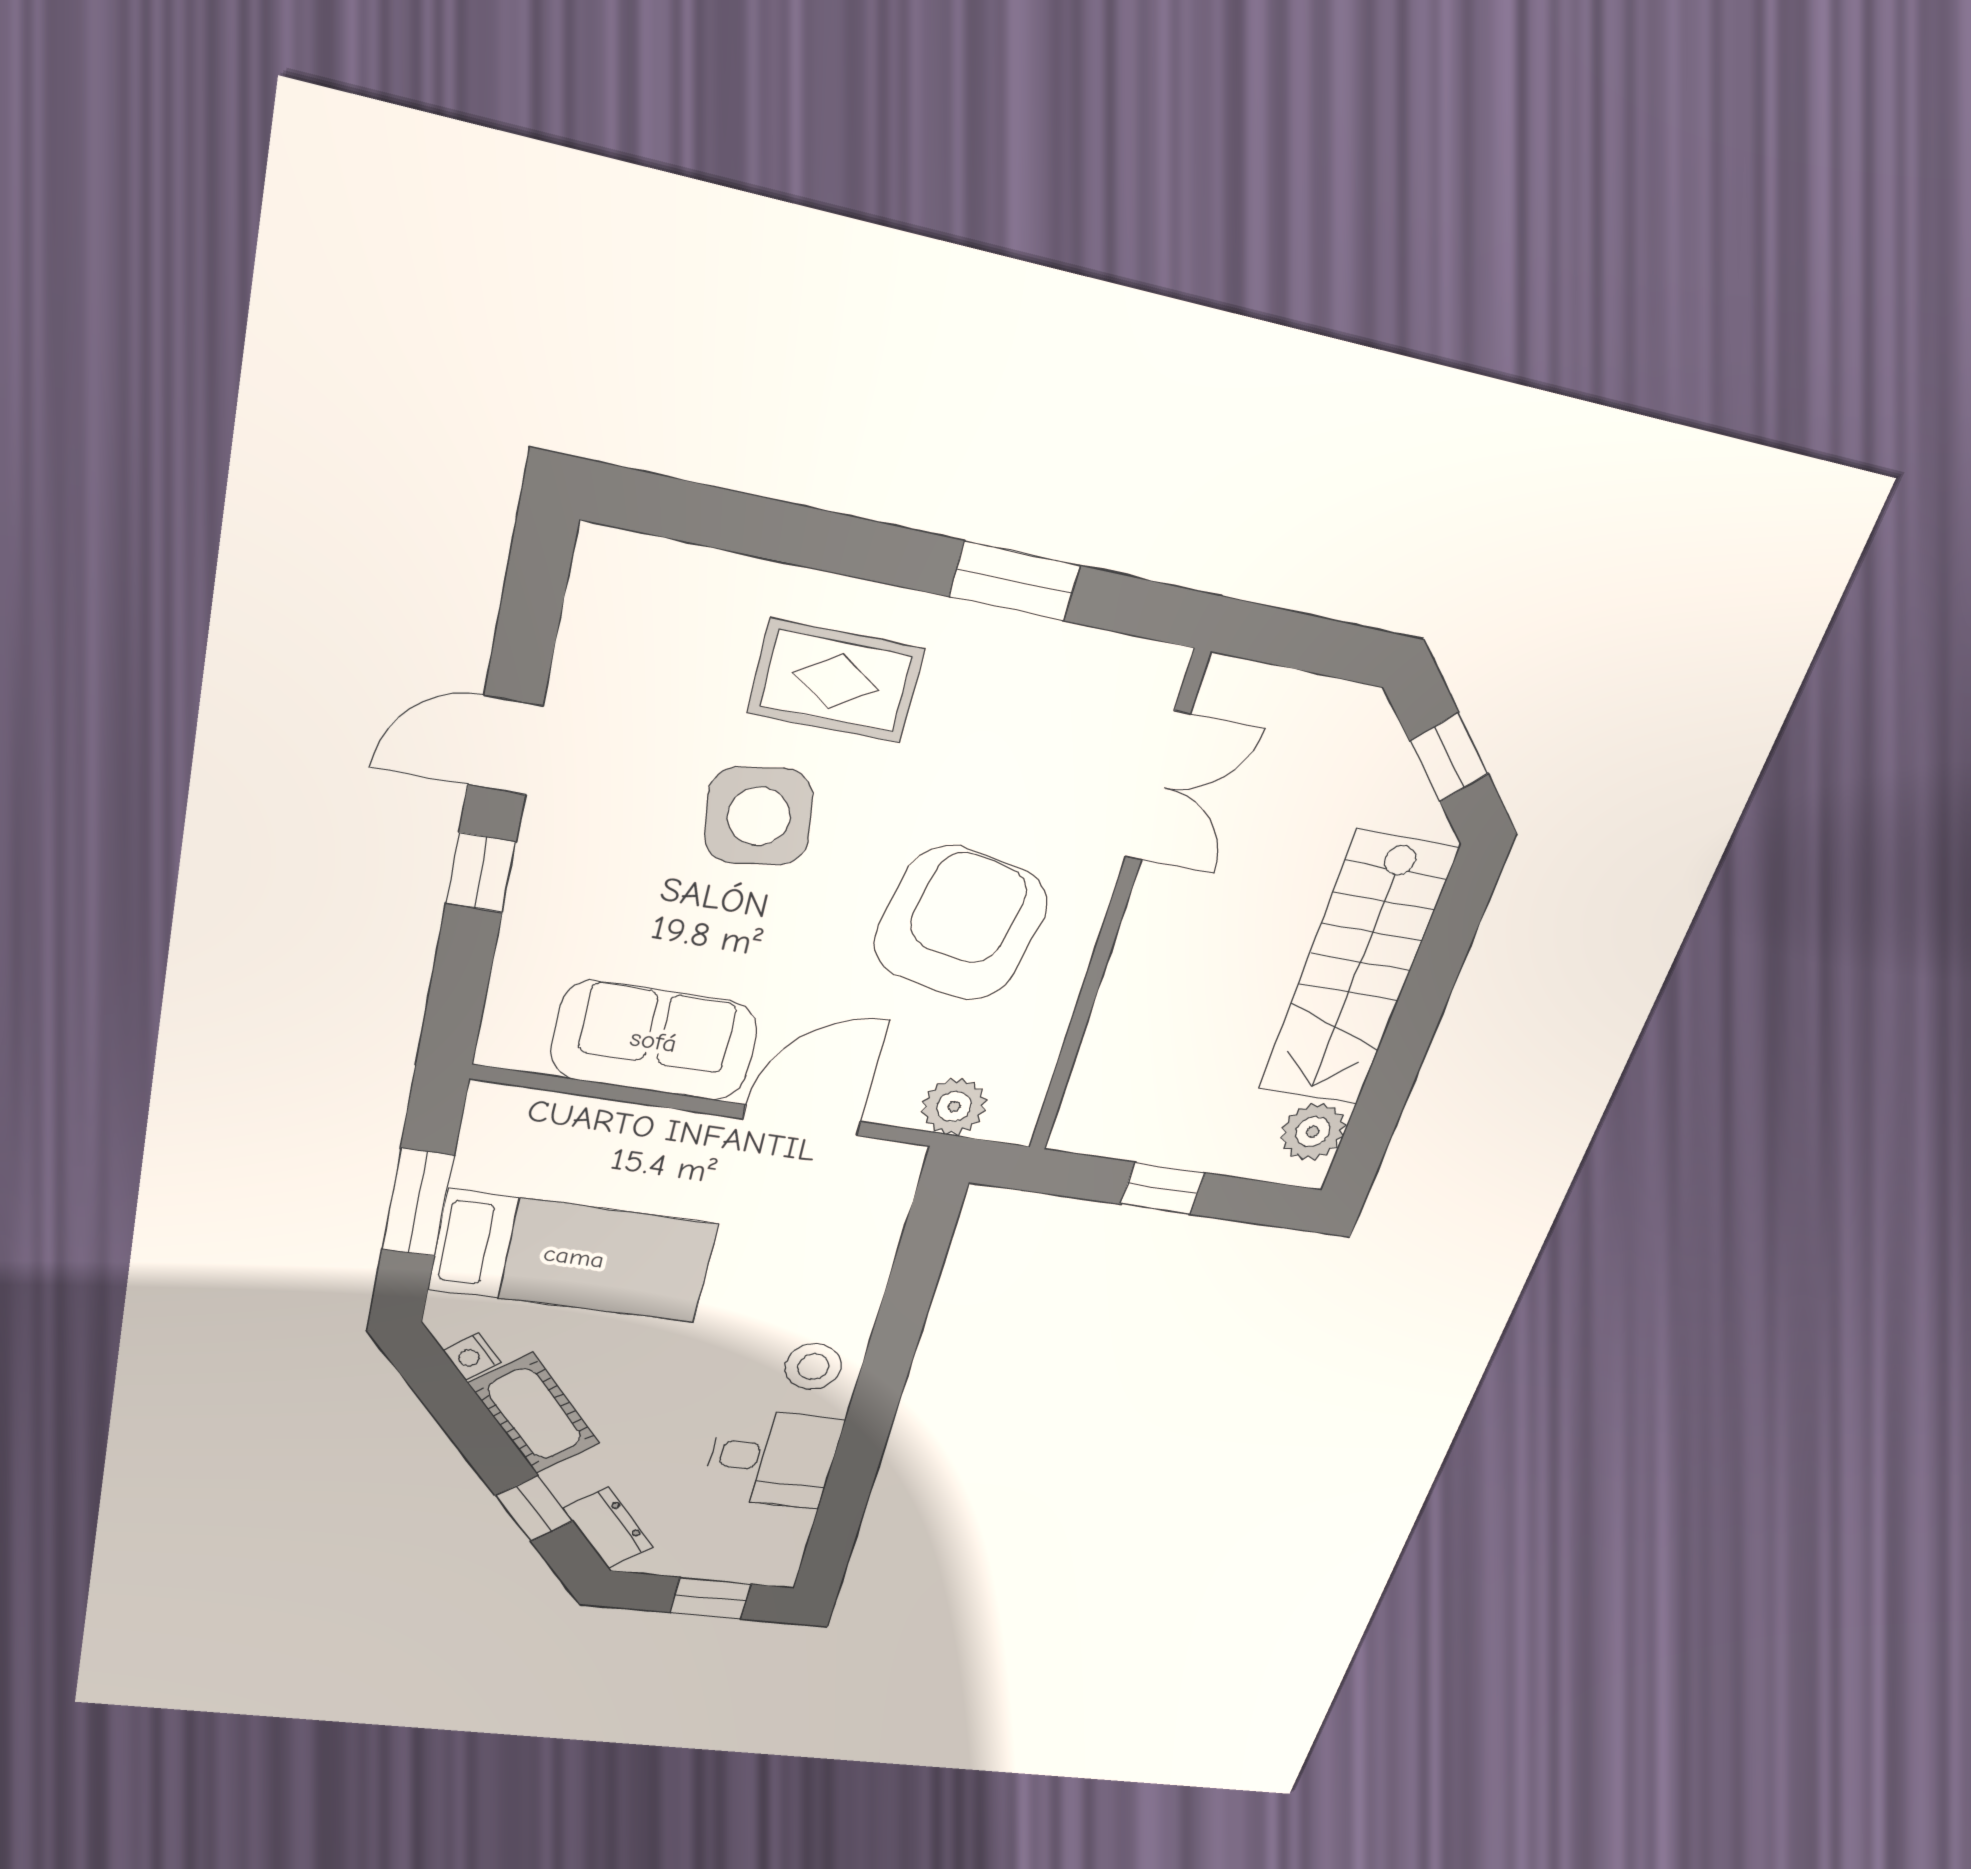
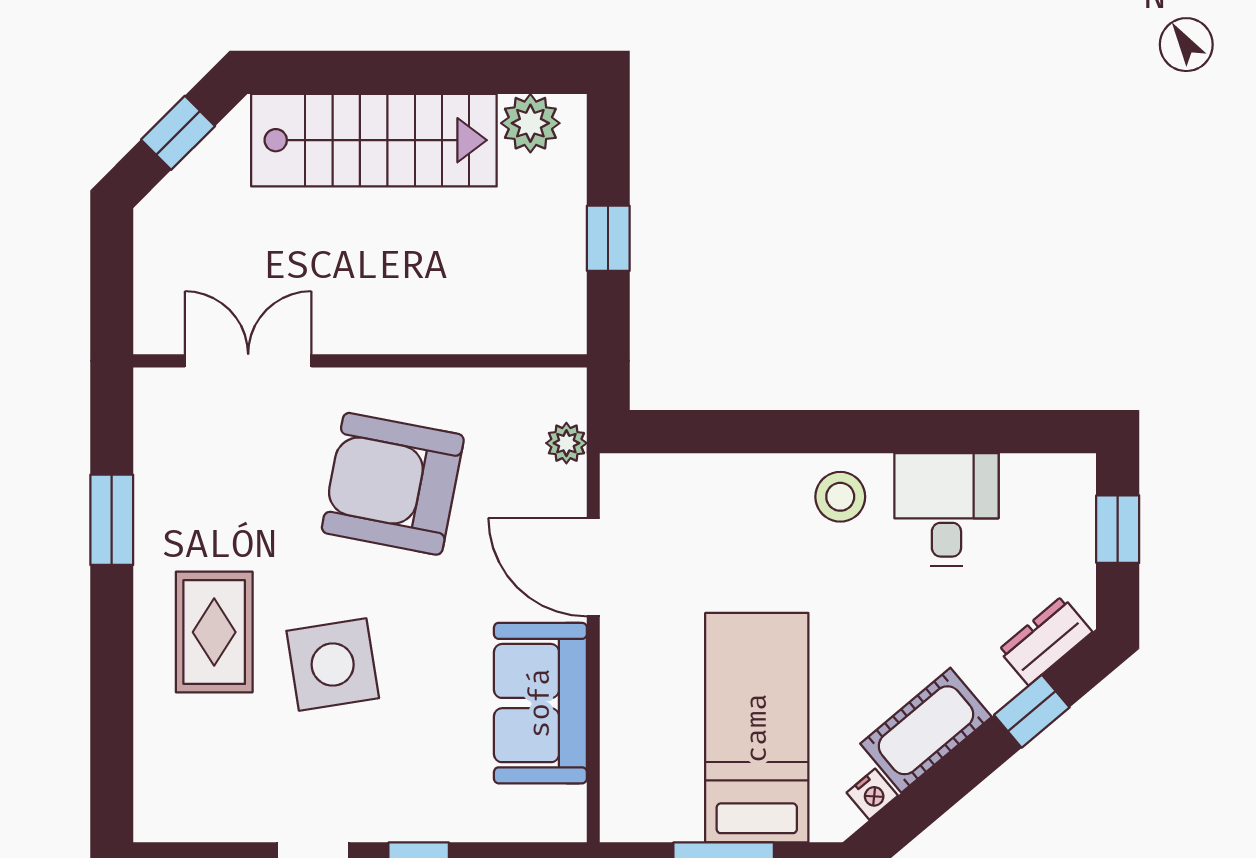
plant: (954, 1107) -> (566, 443), width x0.73, depth x0.73

